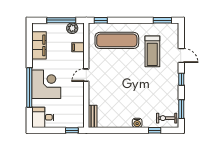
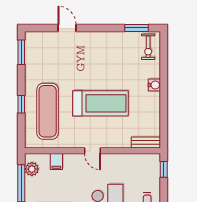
window: (101, 20) -> (21, 104), moved
treadmill: (152, 51) -> (101, 103), moved, width x1.37, depth x1.37
door: (181, 55) -> (67, 28), hinge flipped
window: (181, 79) -> (98, 28), removed
window: (155, 130) -> (164, 62), removed

